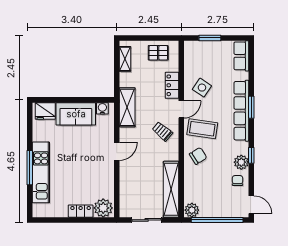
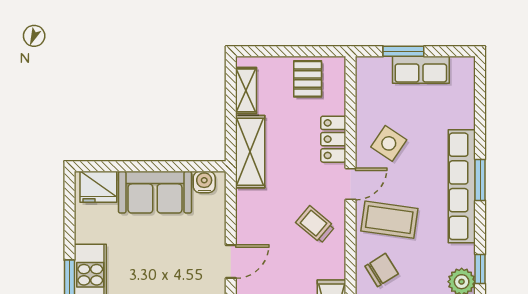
pallet: (158, 53) -> (308, 79), turned 90
row of seats: (241, 56) -> (421, 70), moved, turned -90
shelving: (127, 107) -> (250, 152), moved

